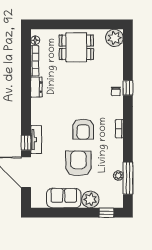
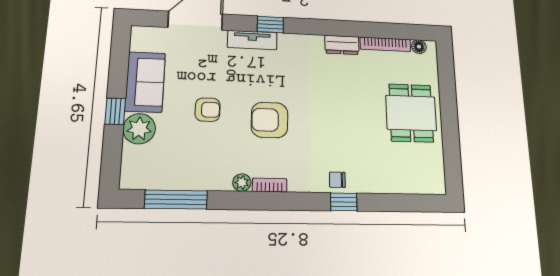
plant: (114, 38) -> (431, 179), removed
window: (26, 143) -> (270, 25), moved
armchair: (78, 163) -> (208, 110), width x0.53, depth x0.53
plant: (118, 176) -> (242, 183), moved
window: (106, 213) -> (115, 111), moved

